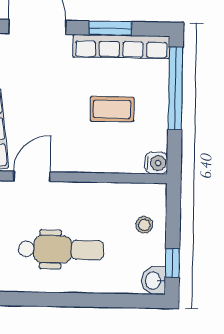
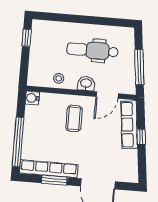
coffee table: (112, 109) -> (74, 118), moved, turned 90
stool: (144, 225) -> (59, 78), moved
washbasin: (154, 281) -> (86, 84), moved, turned -90

